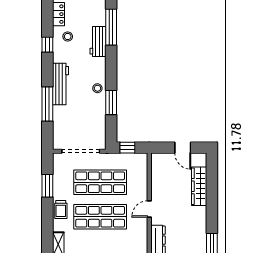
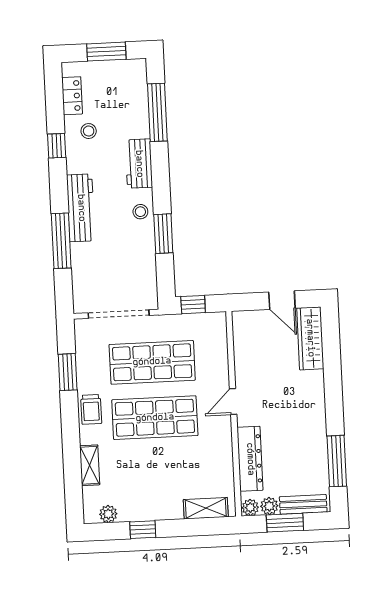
workbench: (98, 42) -> (139, 164), moved
wardrobe: (199, 186) -> (310, 338), moved

